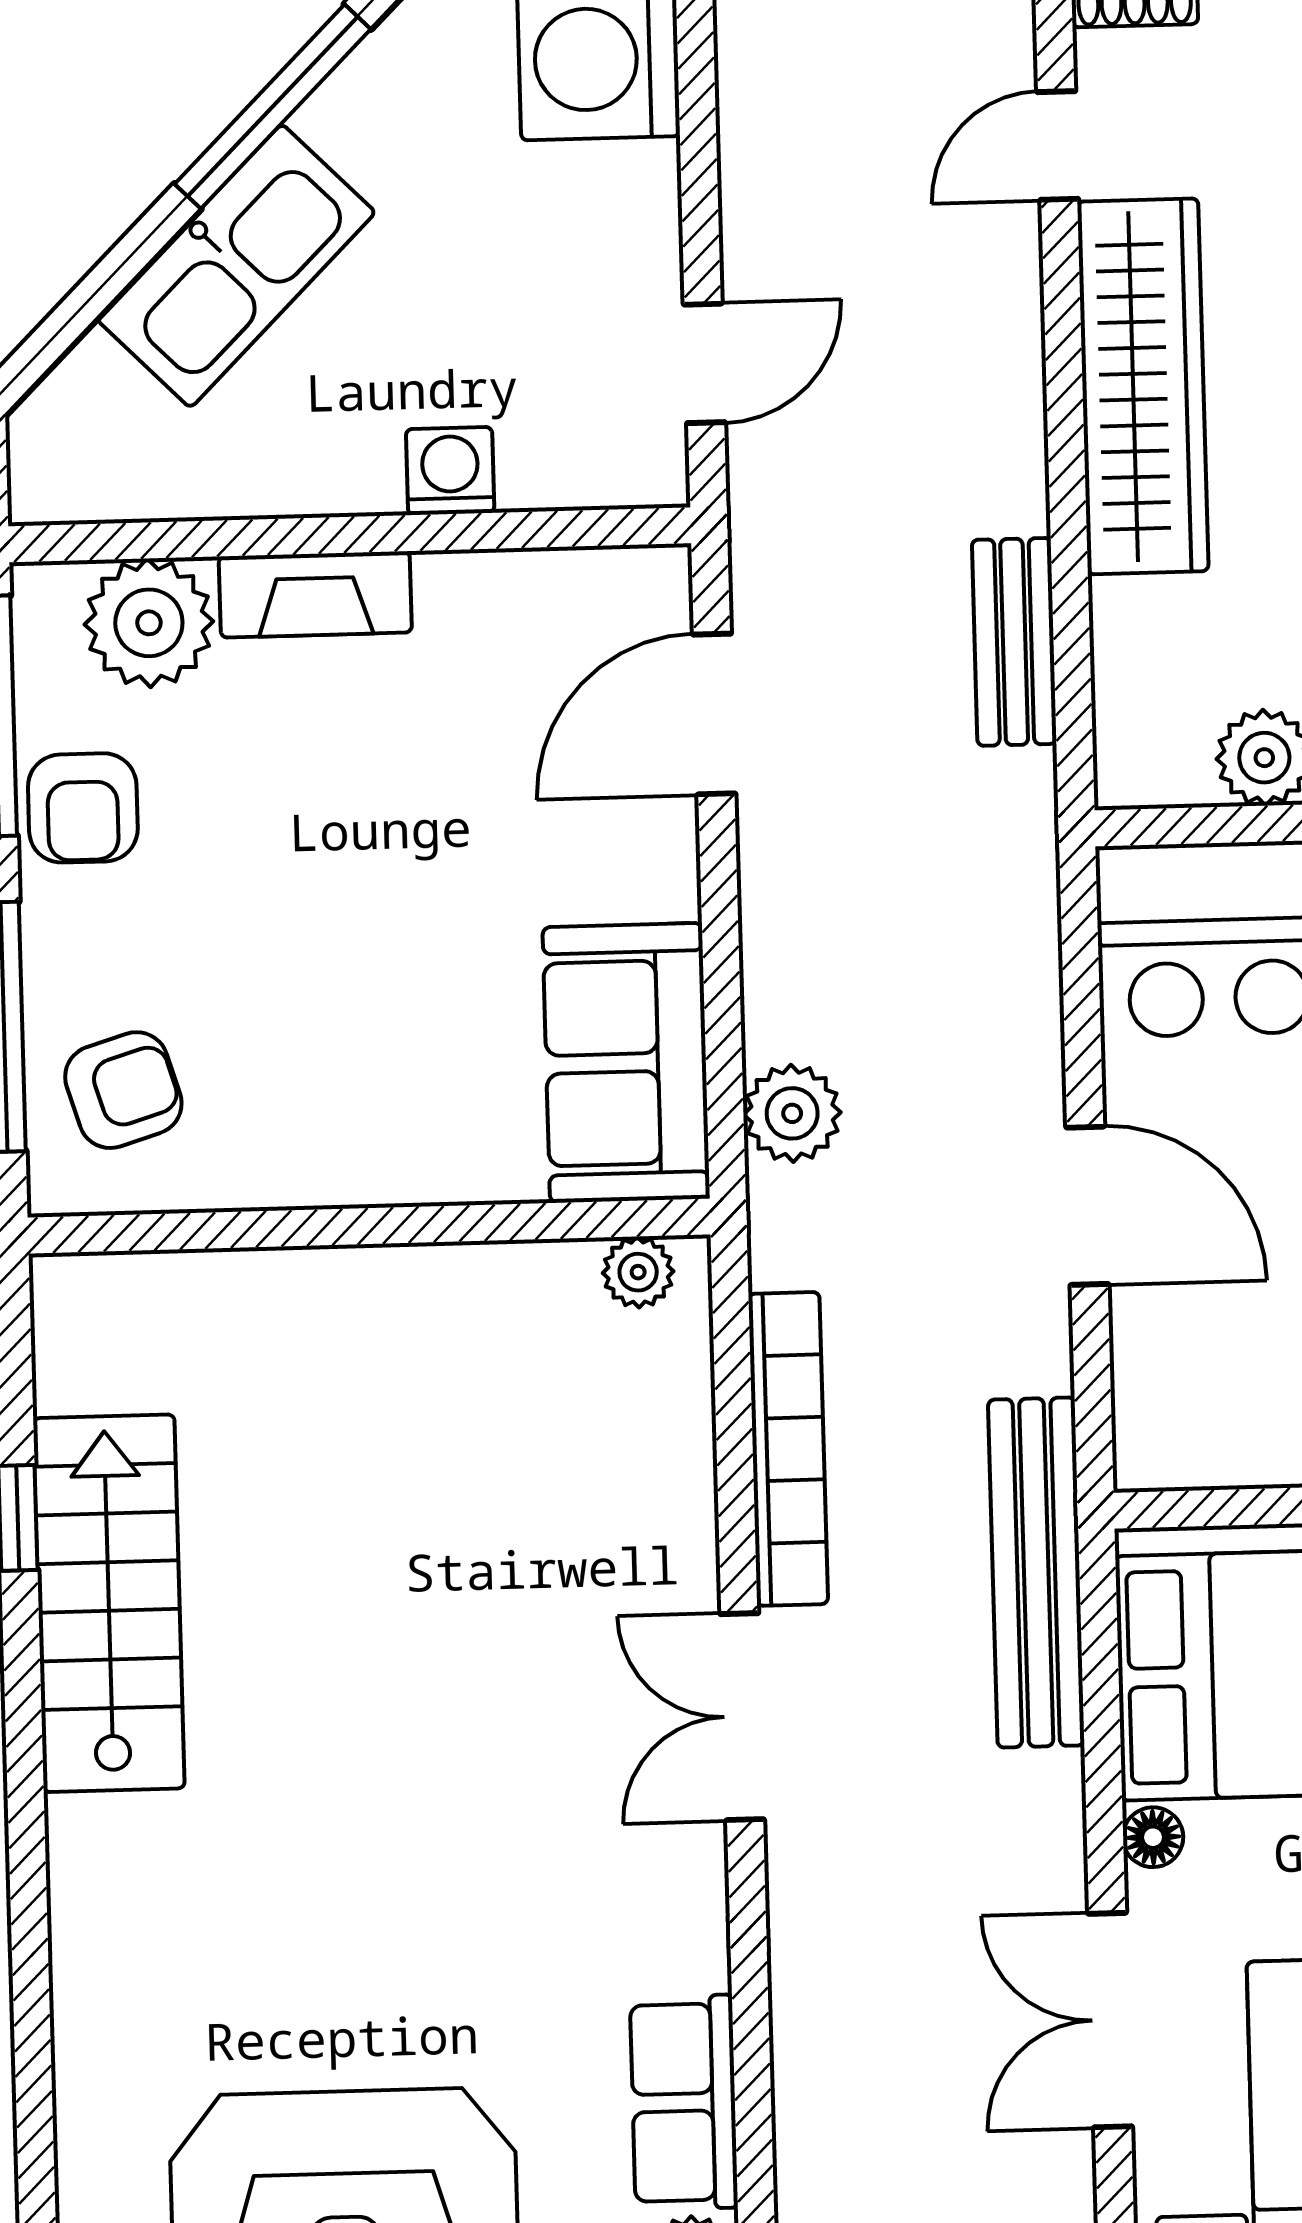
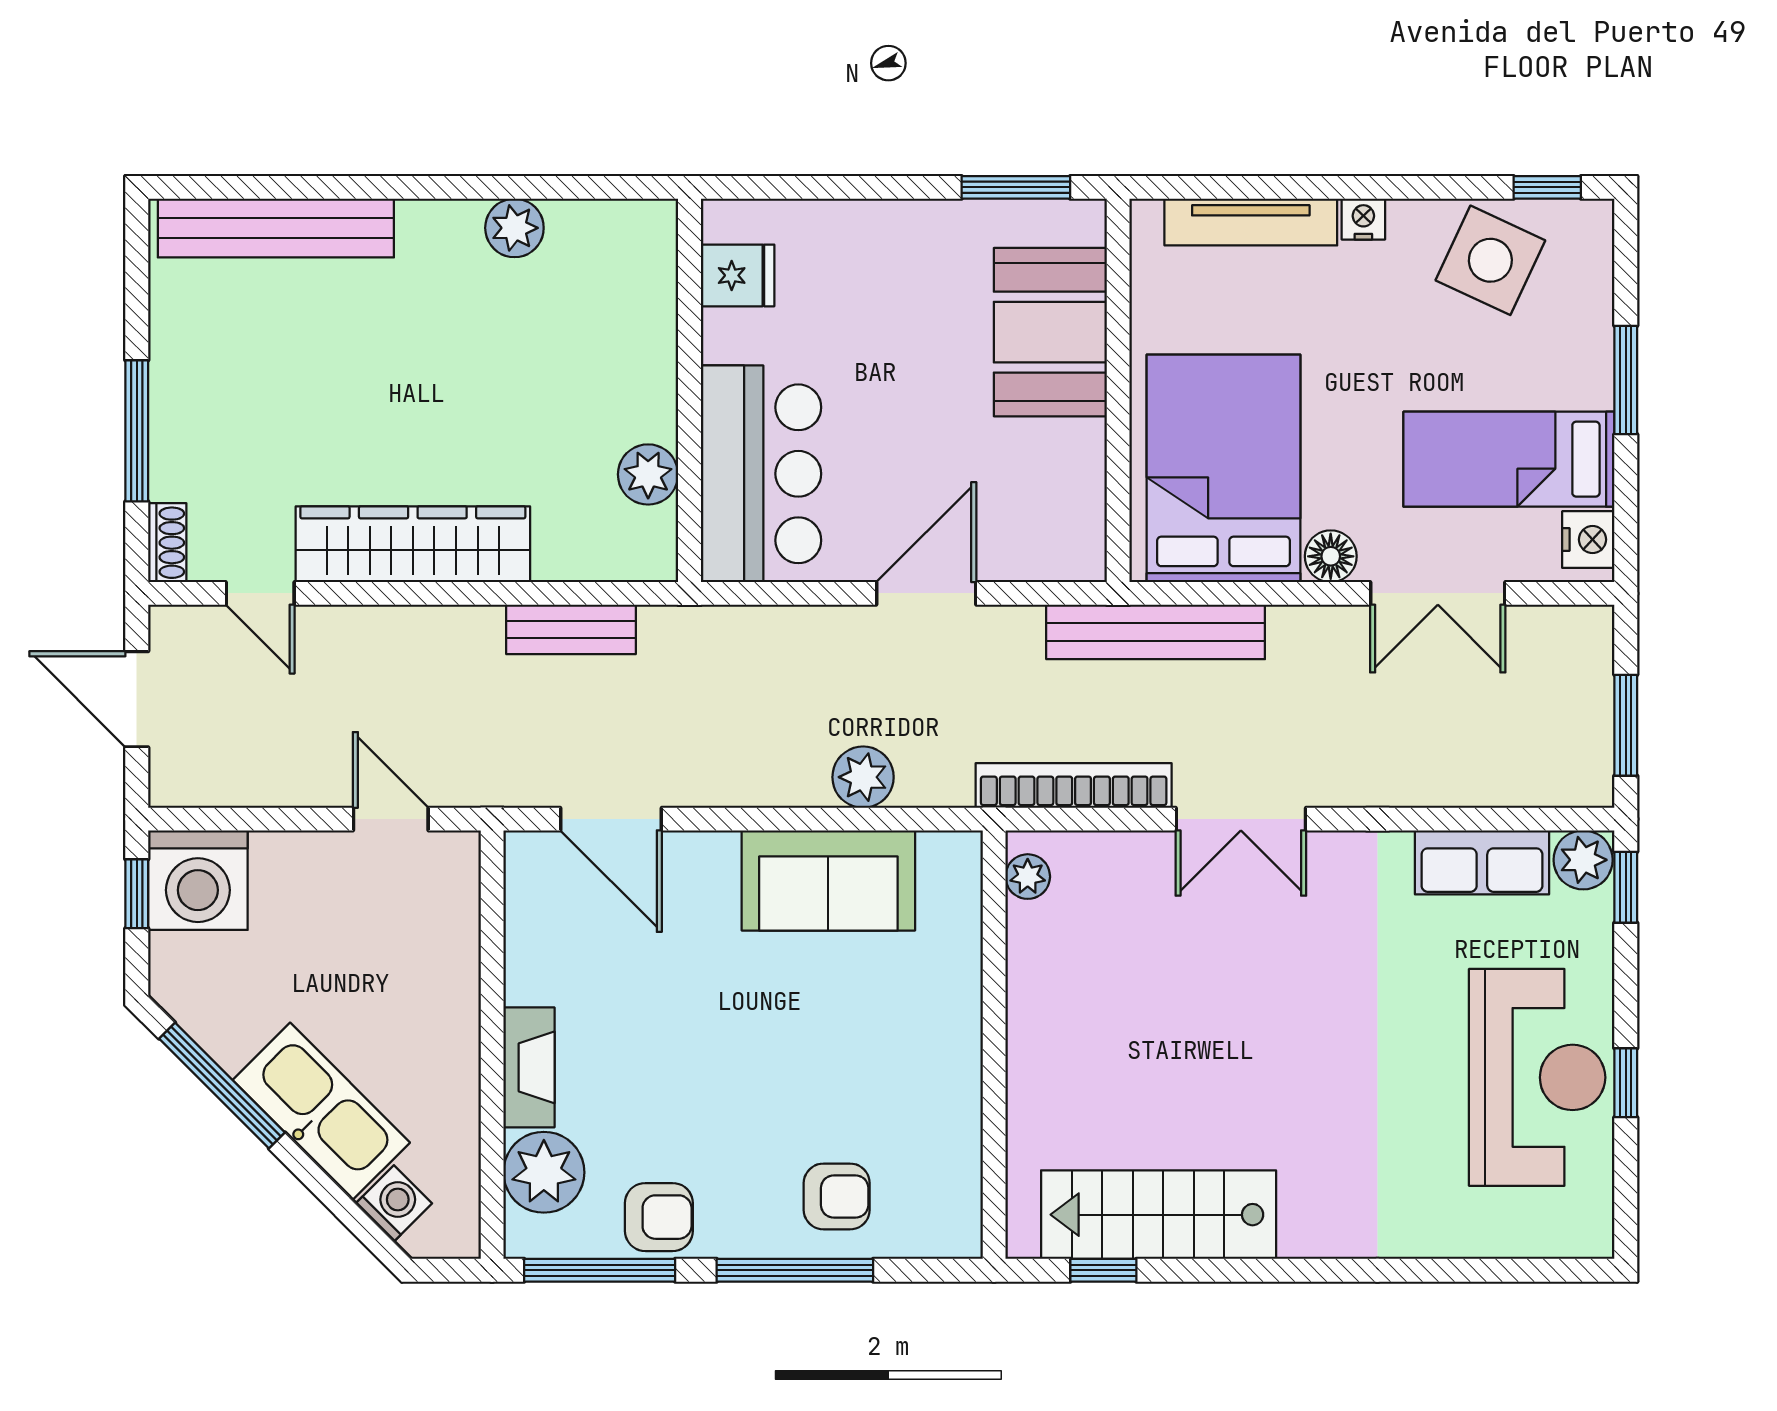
washing machine: (450, 471) -> (394, 1203), moved, turned 135
armchair: (123, 1090) -> (837, 1196), turned 107
wall: (369, 1226) -> (994, 1045), moved
plant: (638, 1272) -> (1028, 877), moved
floor lamp: (1153, 1837) -> (1331, 556), width x1.37, depth x1.37

